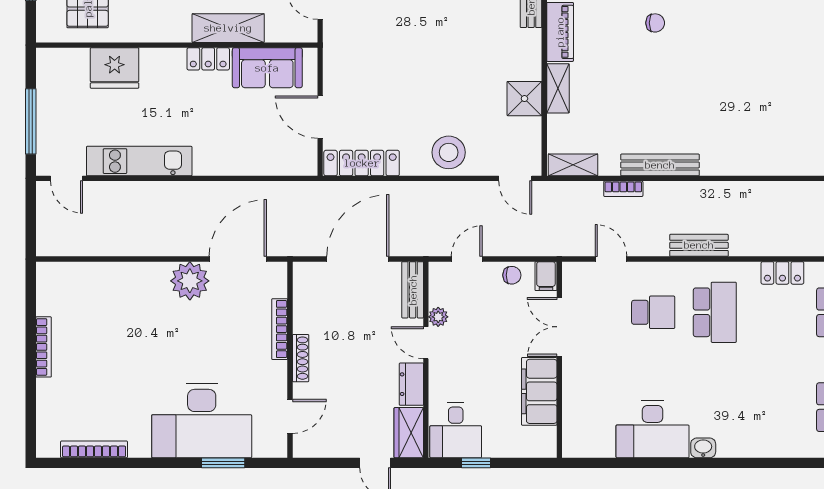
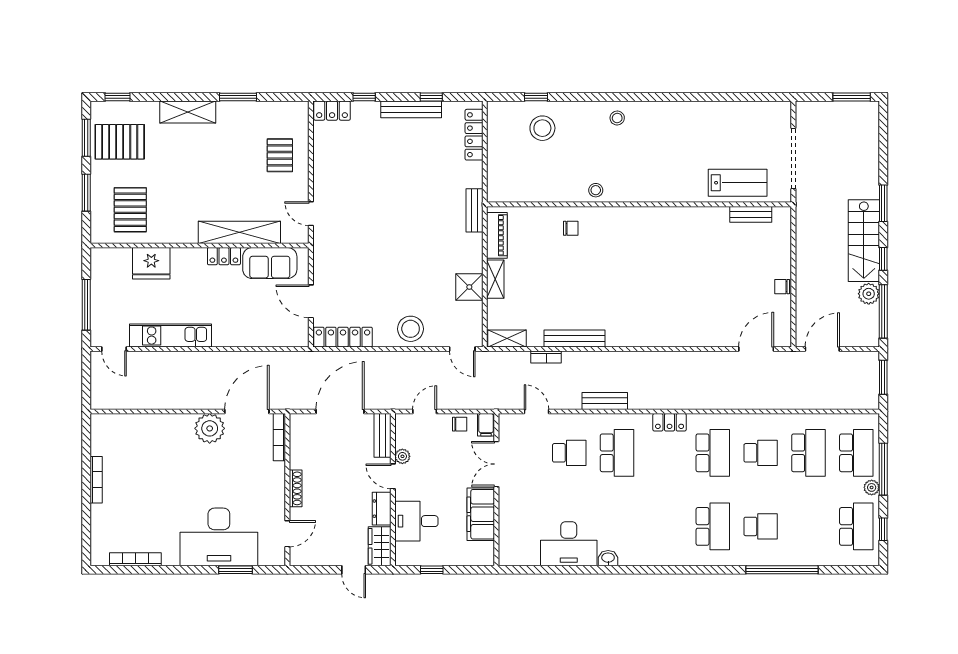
shelving: (228, 28) -> (239, 232), width x1.47
bookcase: (280, 329) -> (279, 437), moved
desk: (456, 430) -> (416, 521), moved, turned 90

